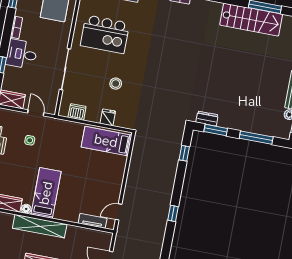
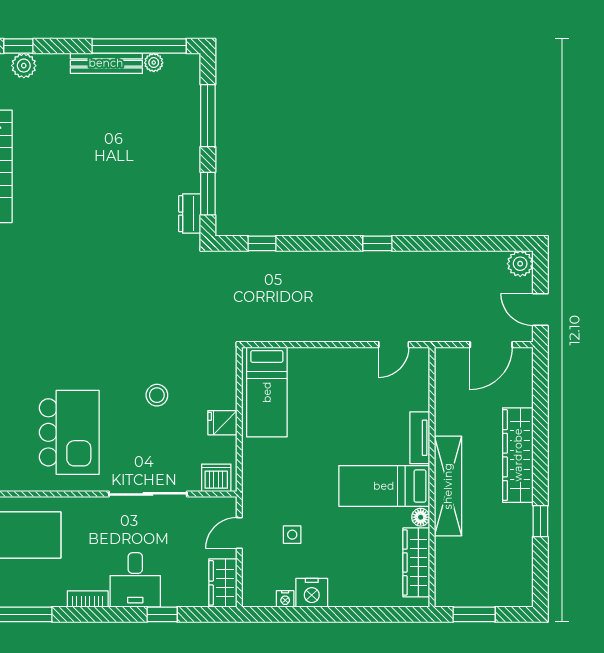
dishwasher: (77, 112) -> (216, 478), moved, turned 90
fridge: (108, 117) -> (222, 423), moved
door: (119, 212) -> (394, 345), hinge flipped
tv unit: (93, 221) -> (420, 438), moved

